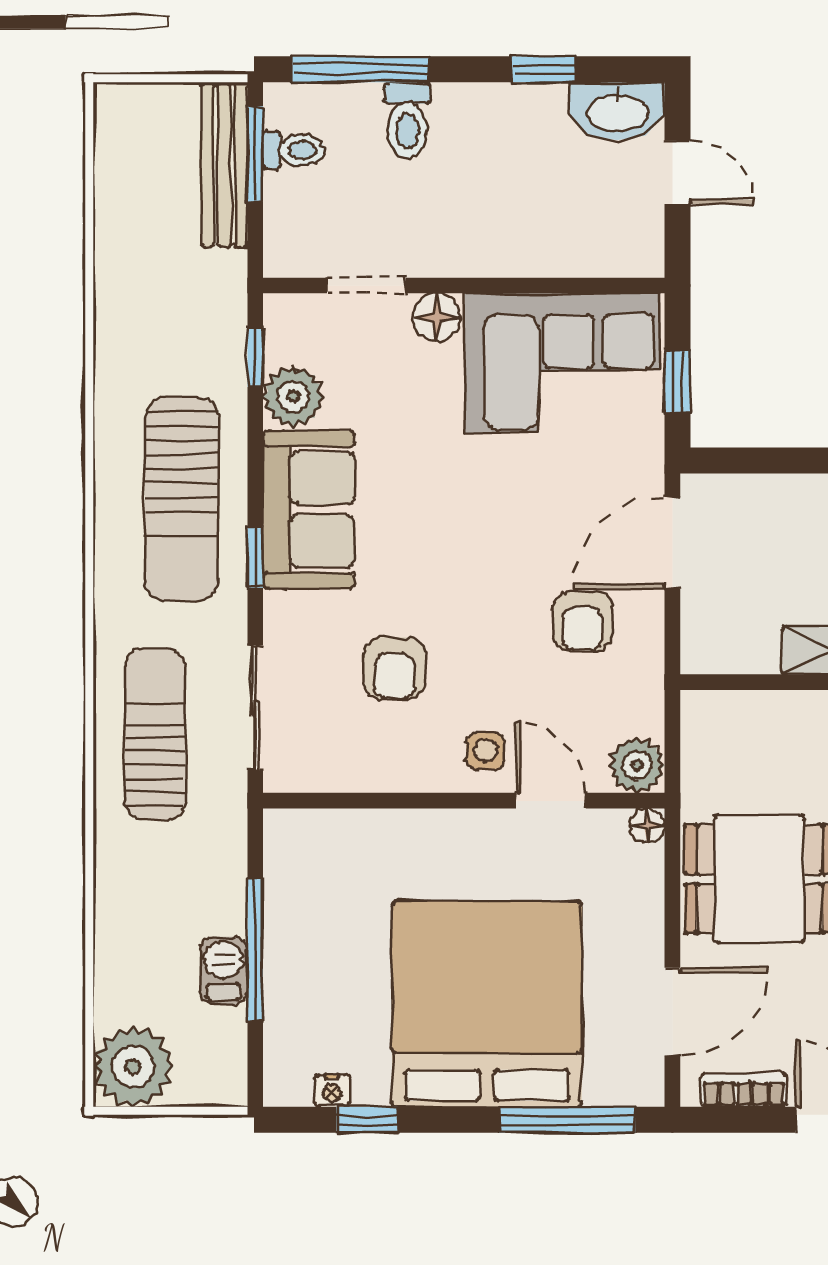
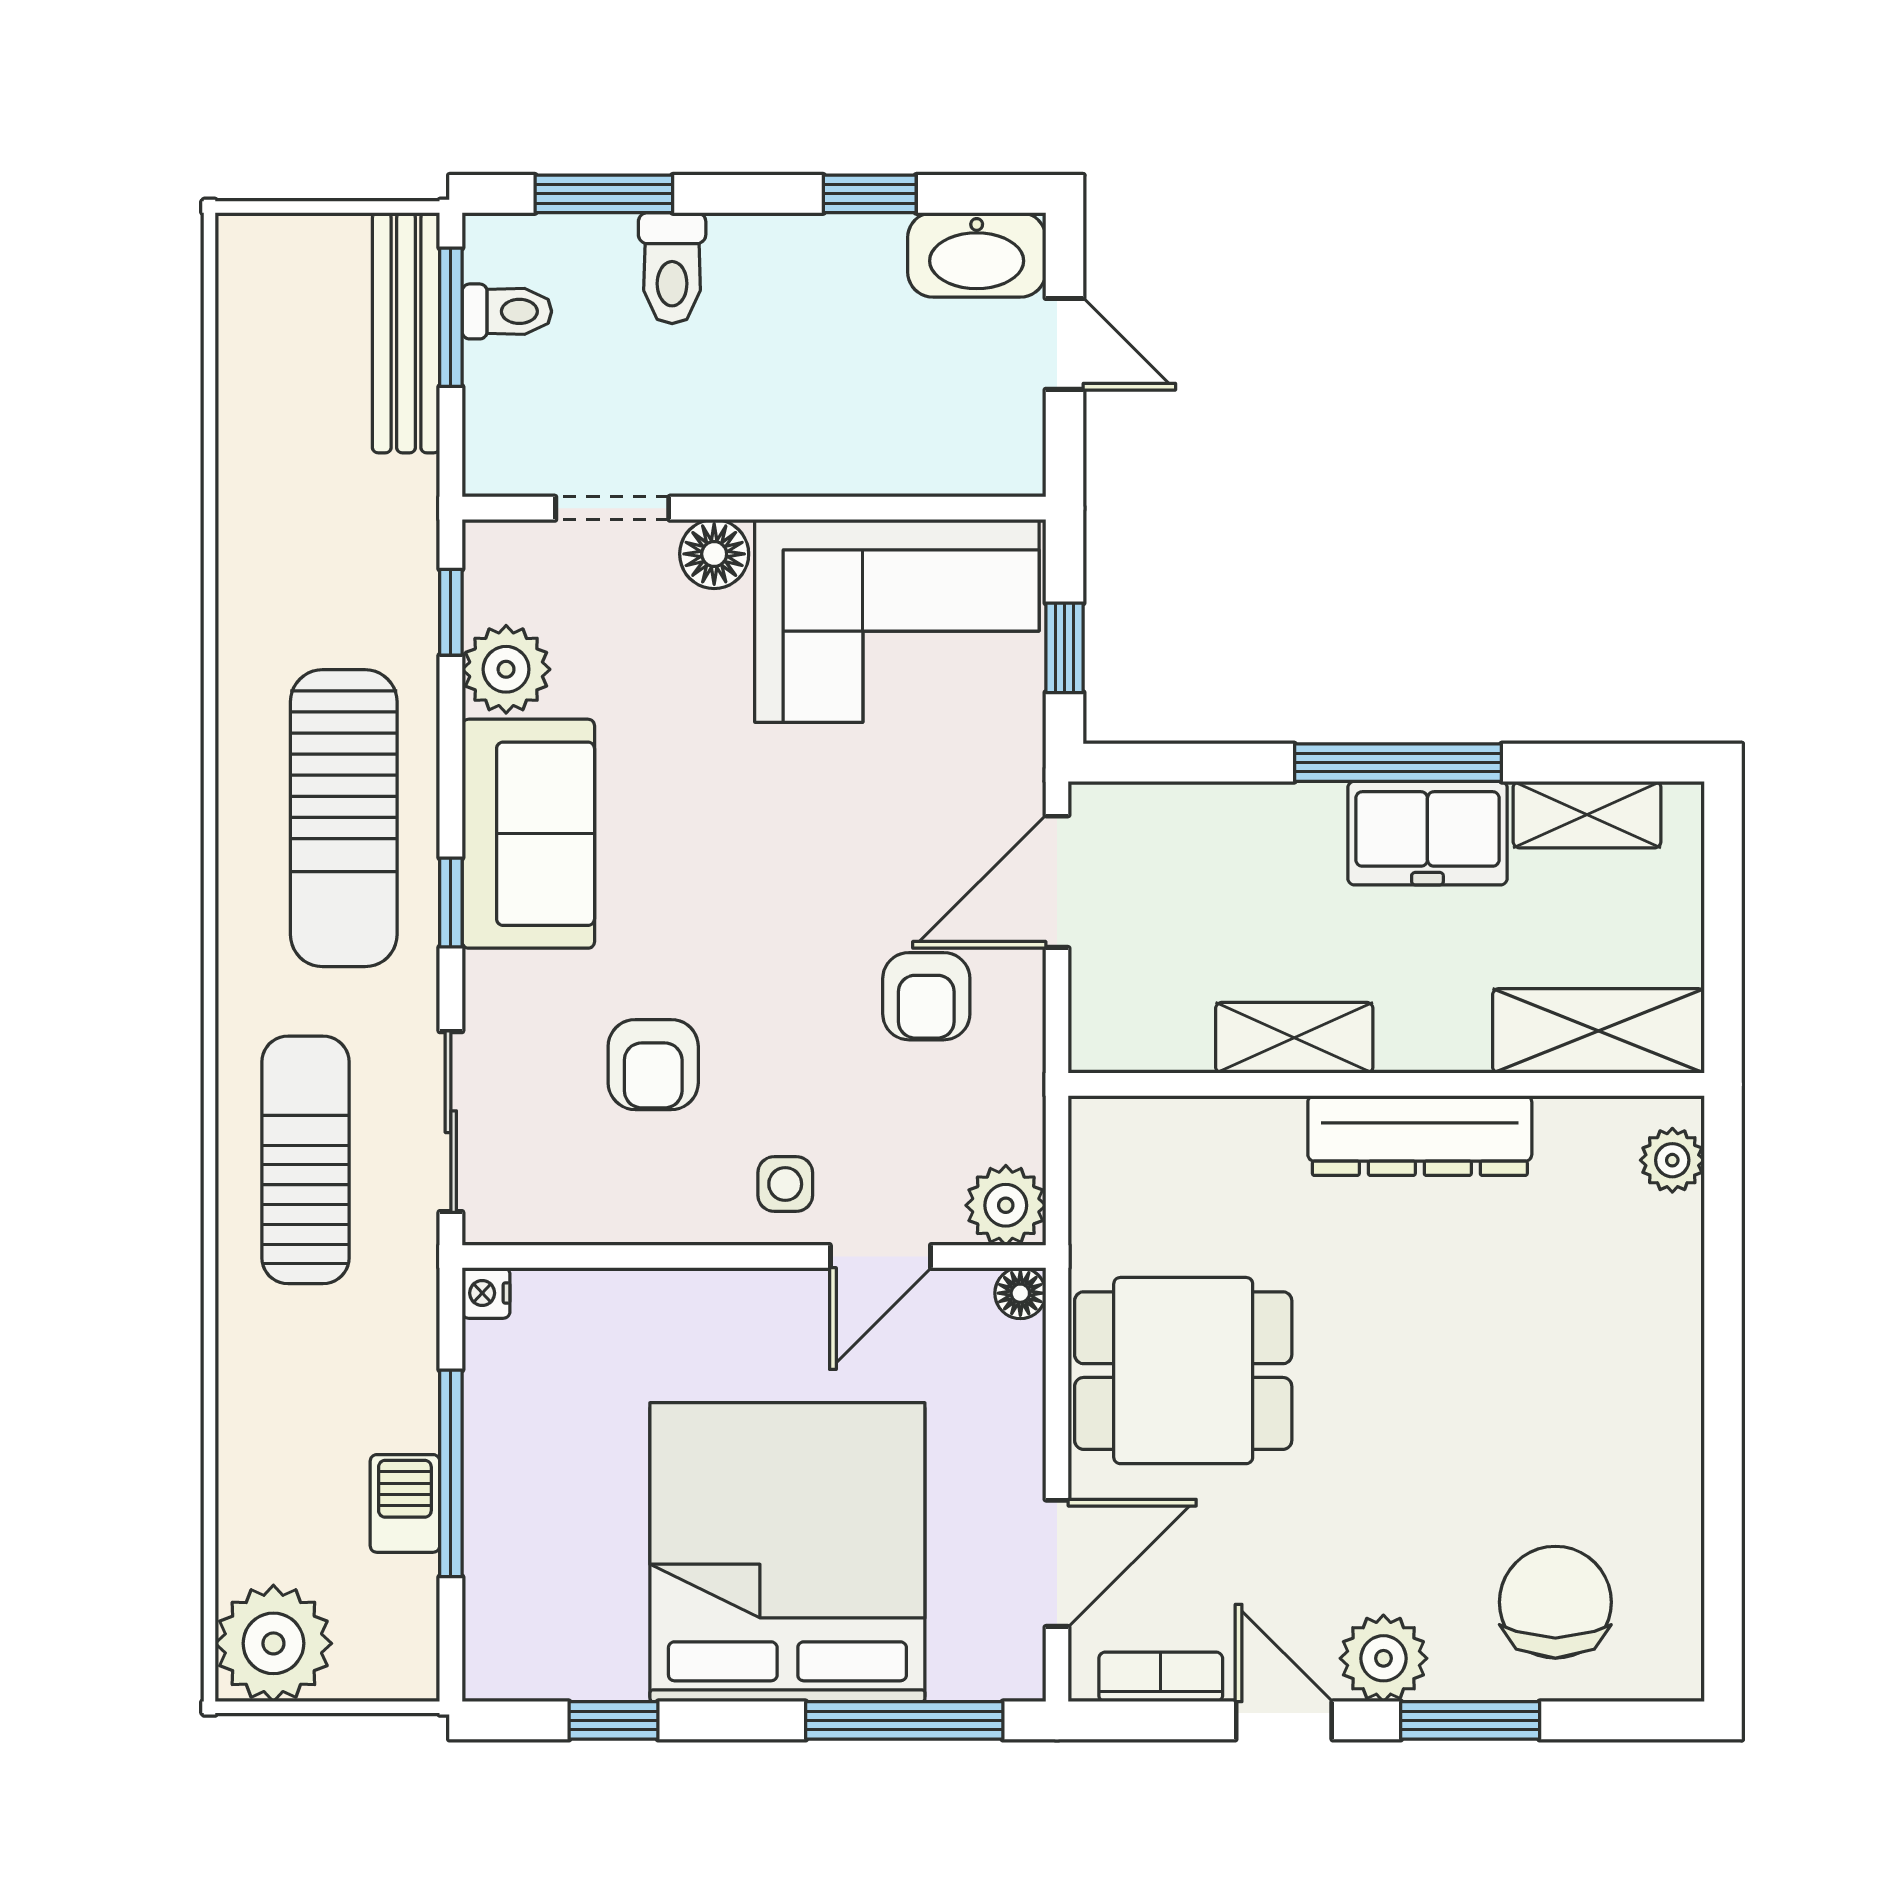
window: (361, 69) -> (604, 194), width x0.69
door: (551, 801) -> (880, 1256), swing flipped
nightstand: (332, 1091) -> (486, 1293), moved, turned 90

